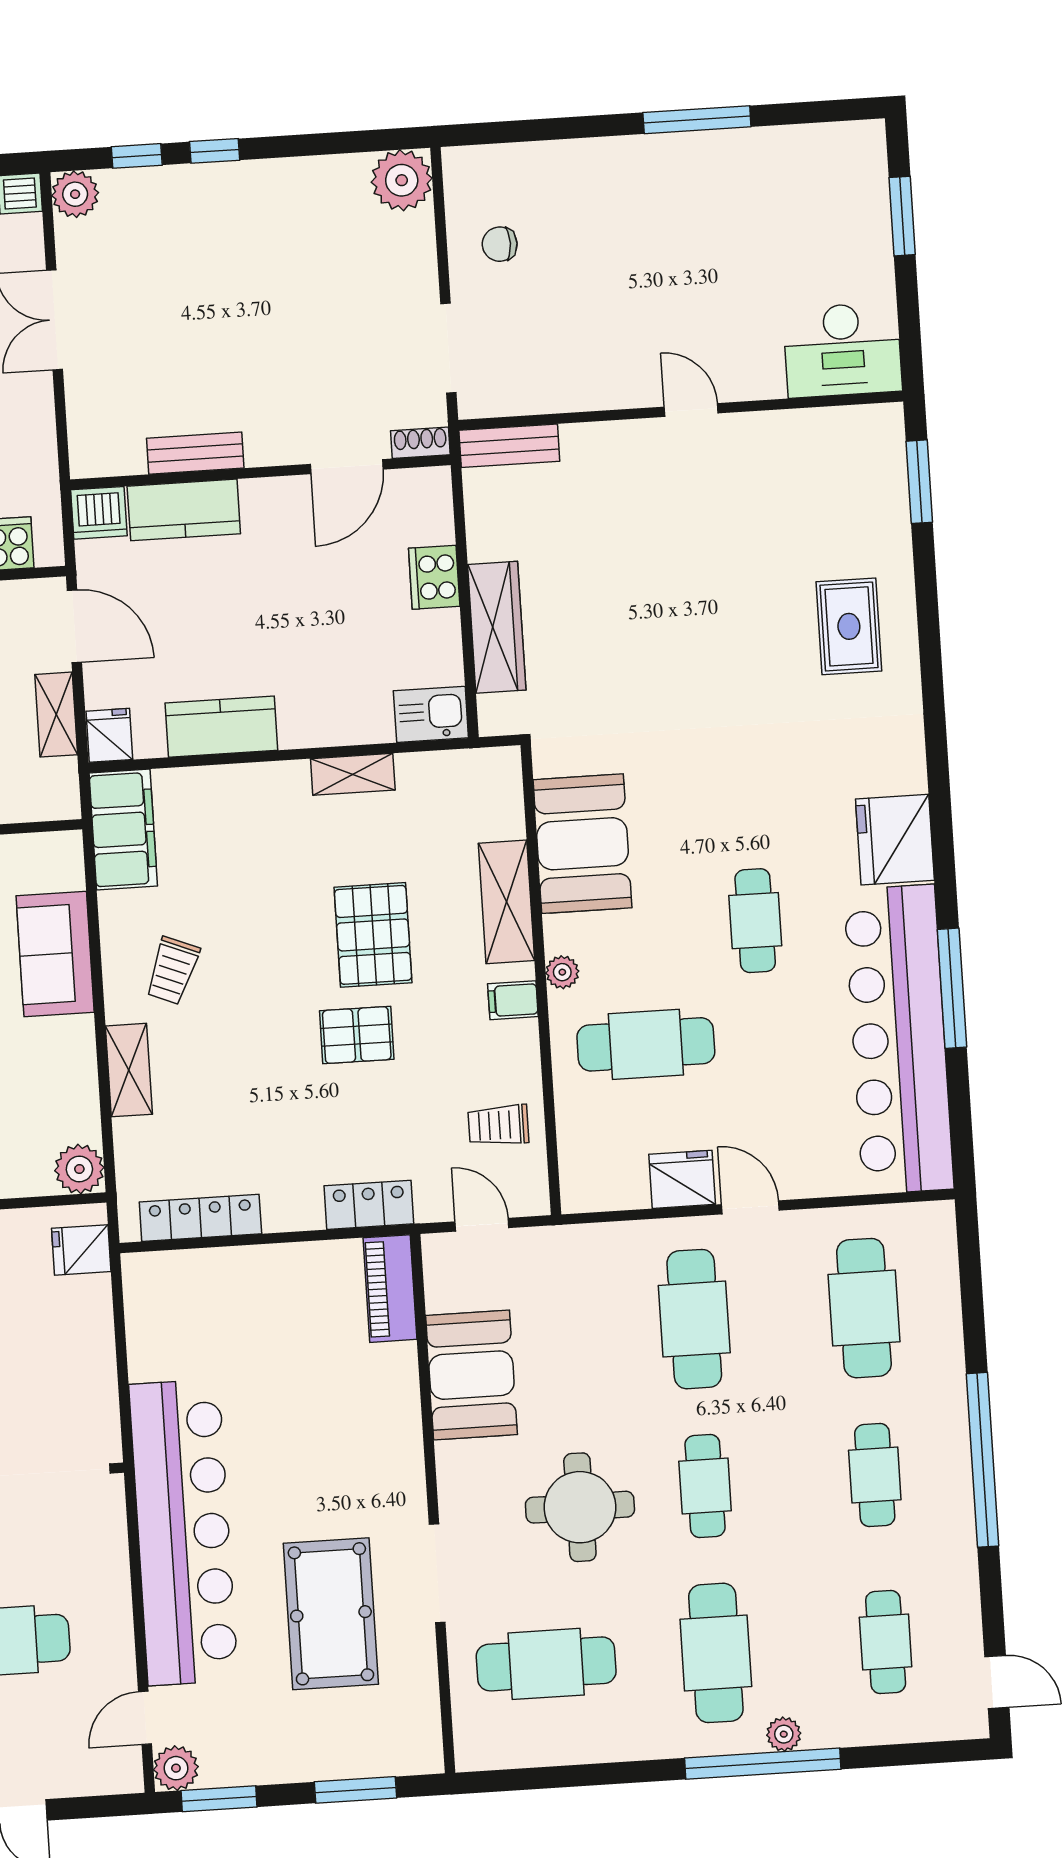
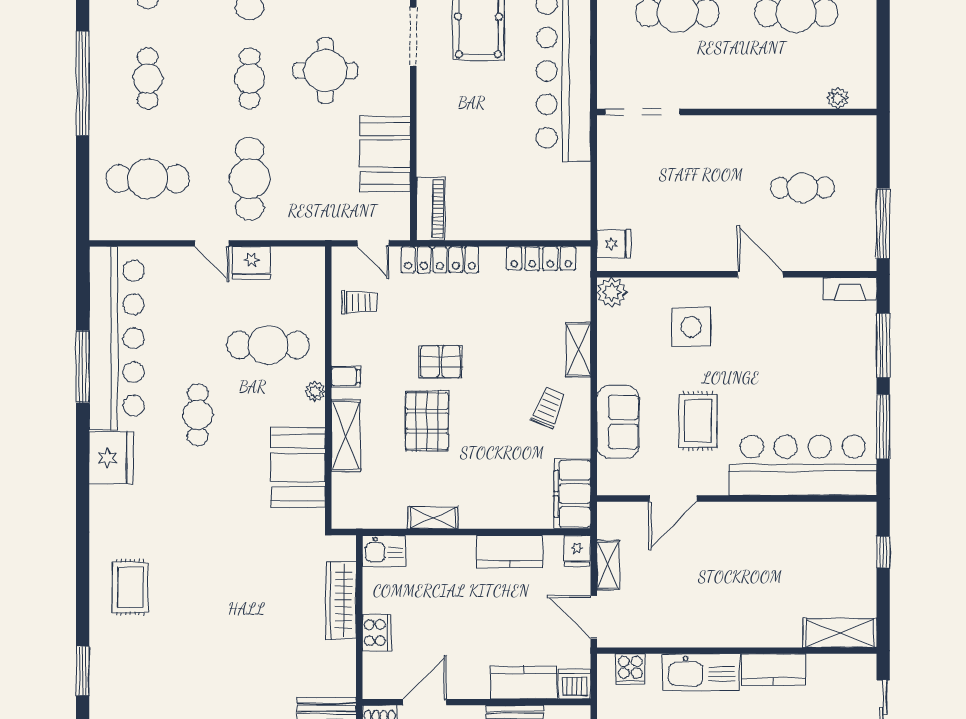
locker: (369, 1205) -> (440, 260), width x1.53
cafe table: (864, 1308) -> (148, 179), turned 90

